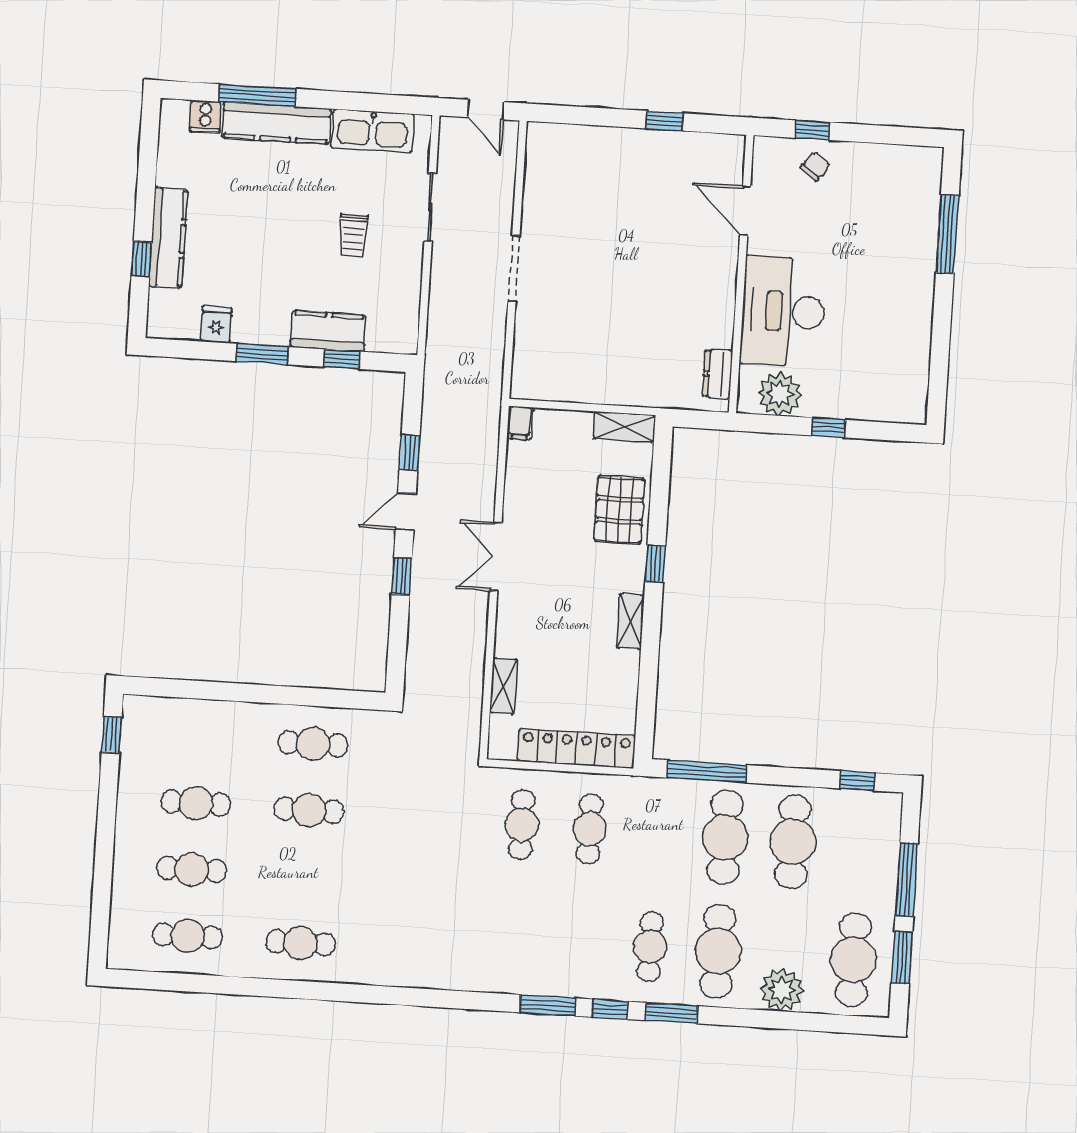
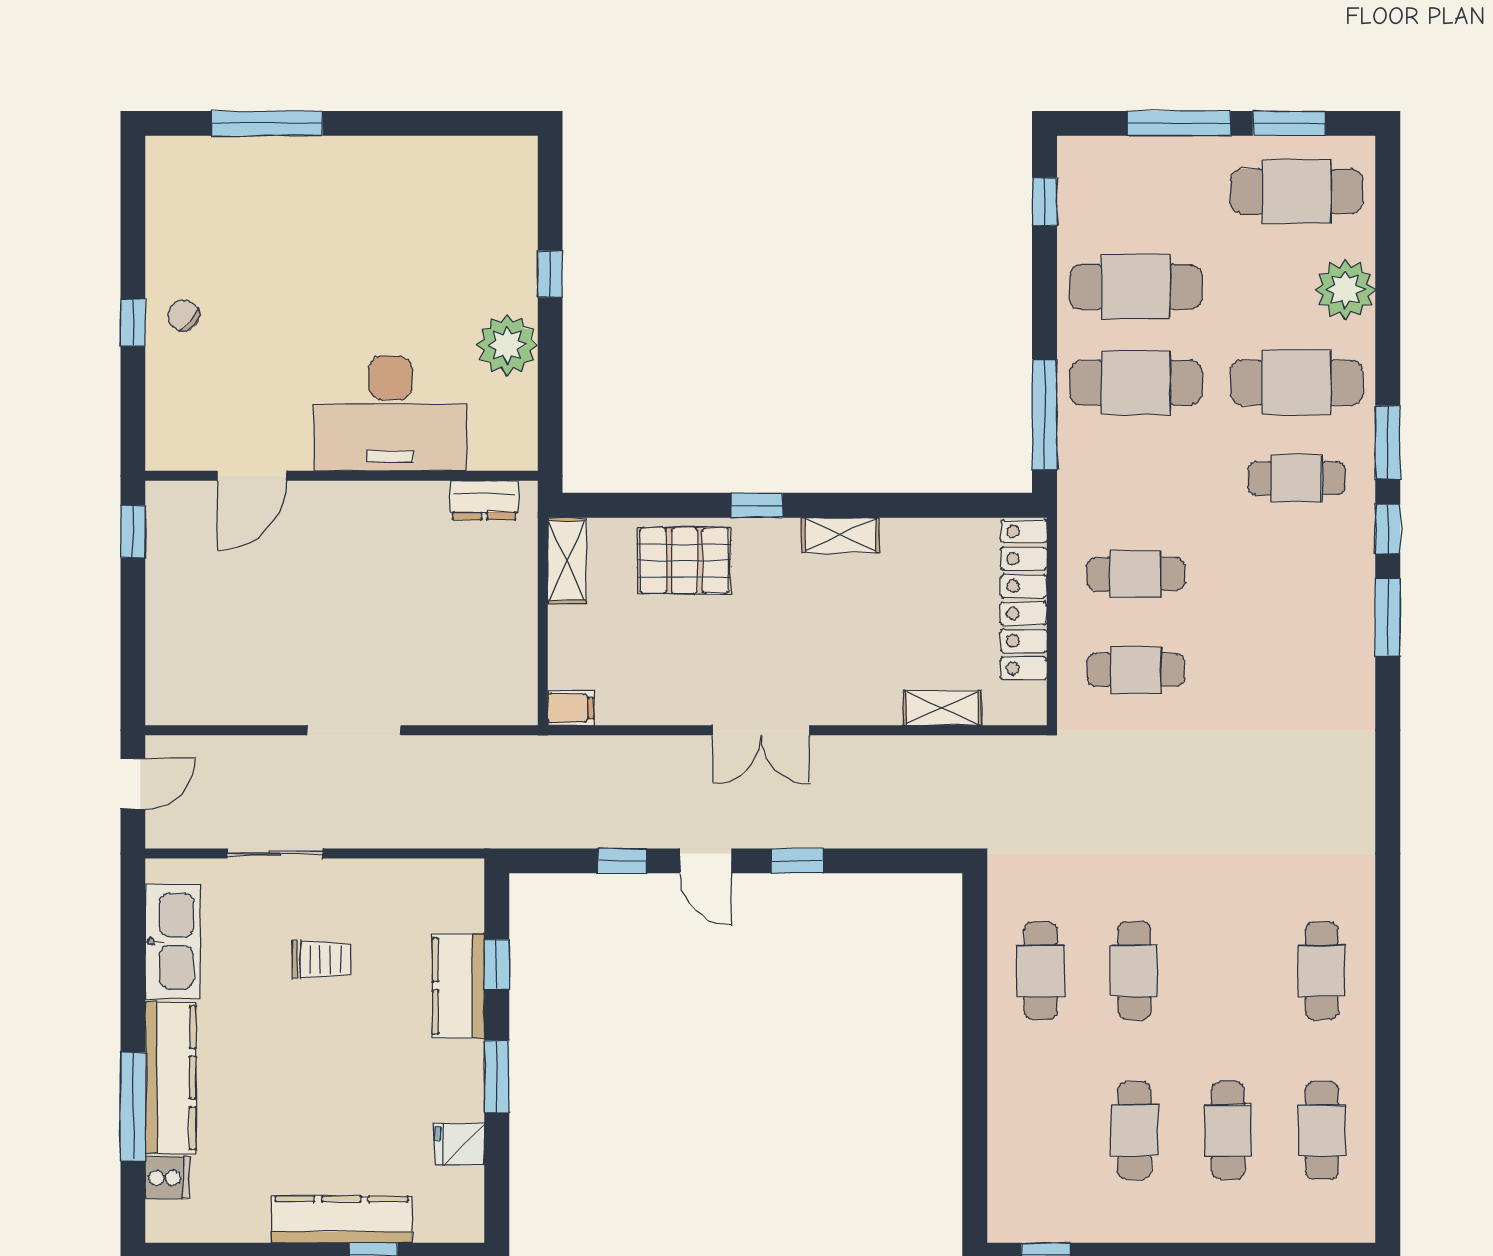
door: (745, 211) -> (252, 476), moved
wall: (741, 274) -> (341, 476), moved
desk: (783, 311) -> (390, 413), moved
dresser: (718, 374) -> (484, 500), moved

